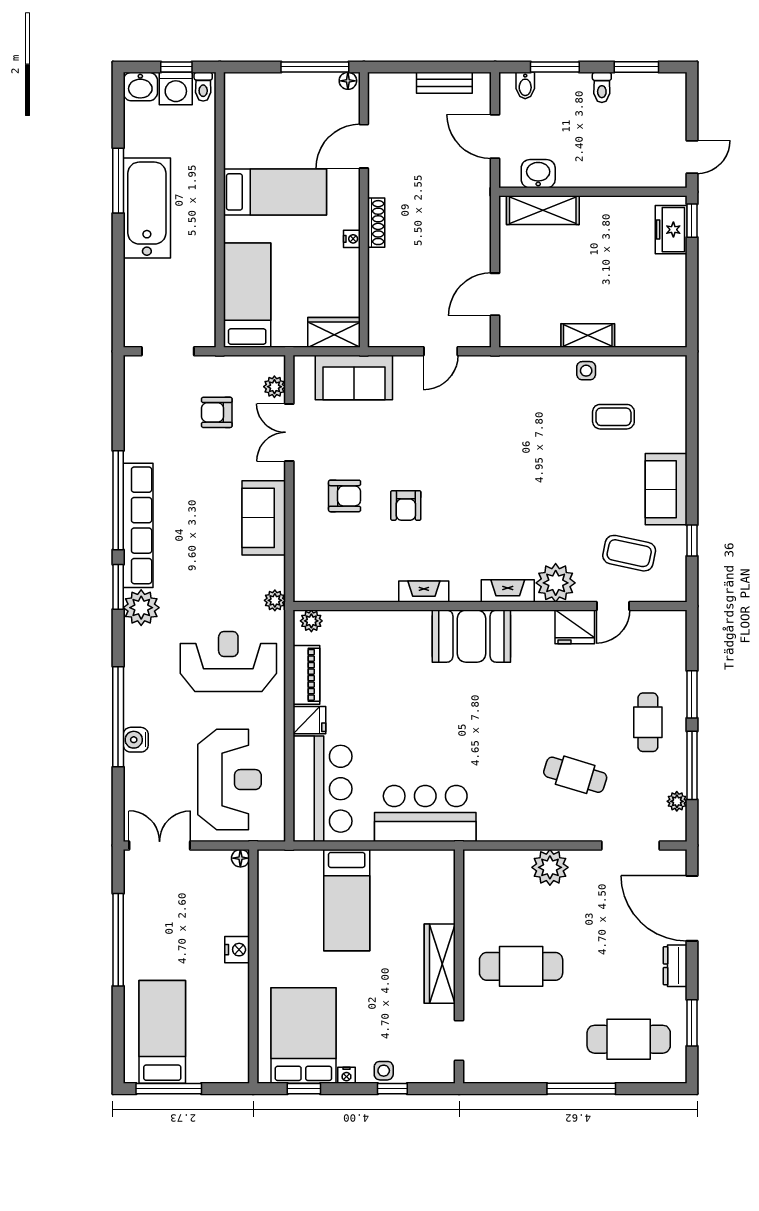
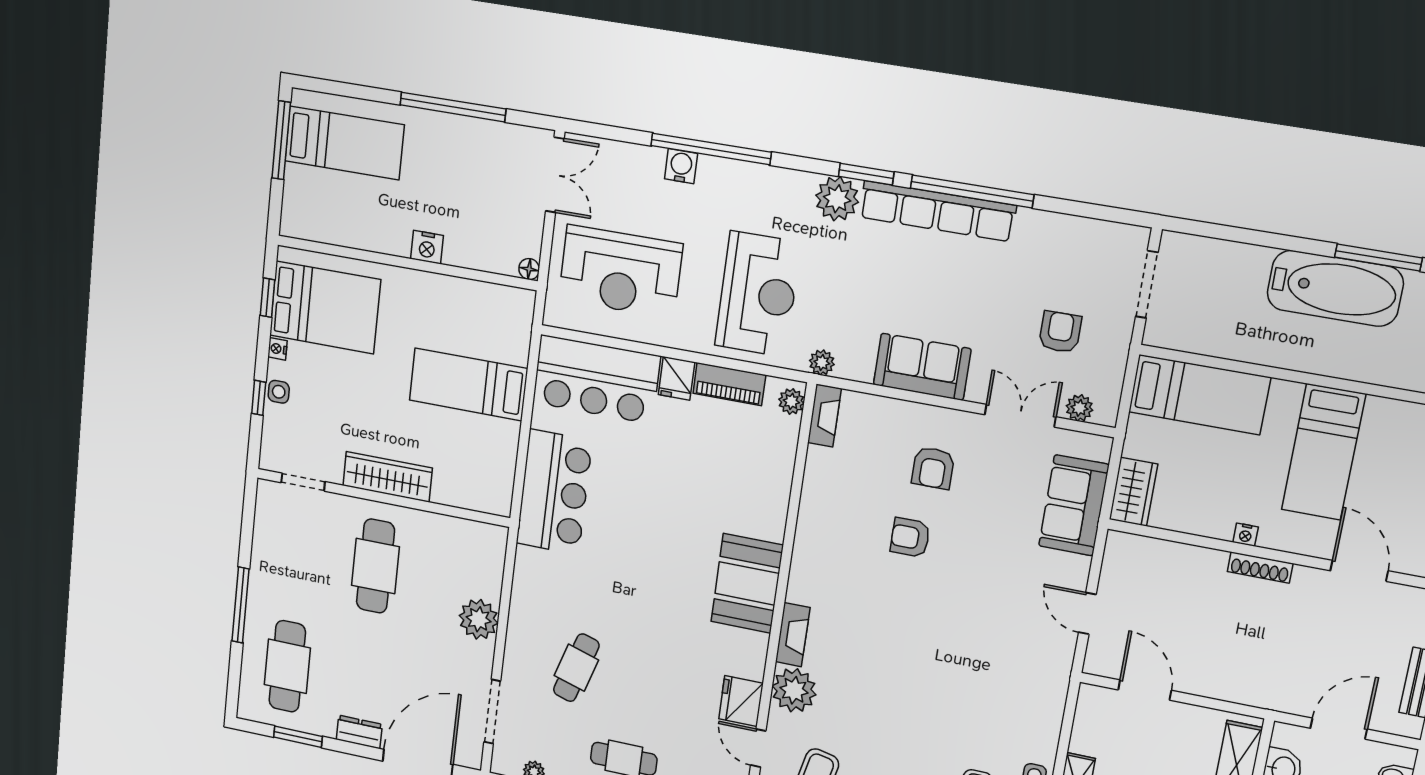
fireplace: (424, 592) -> (825, 416), moved

